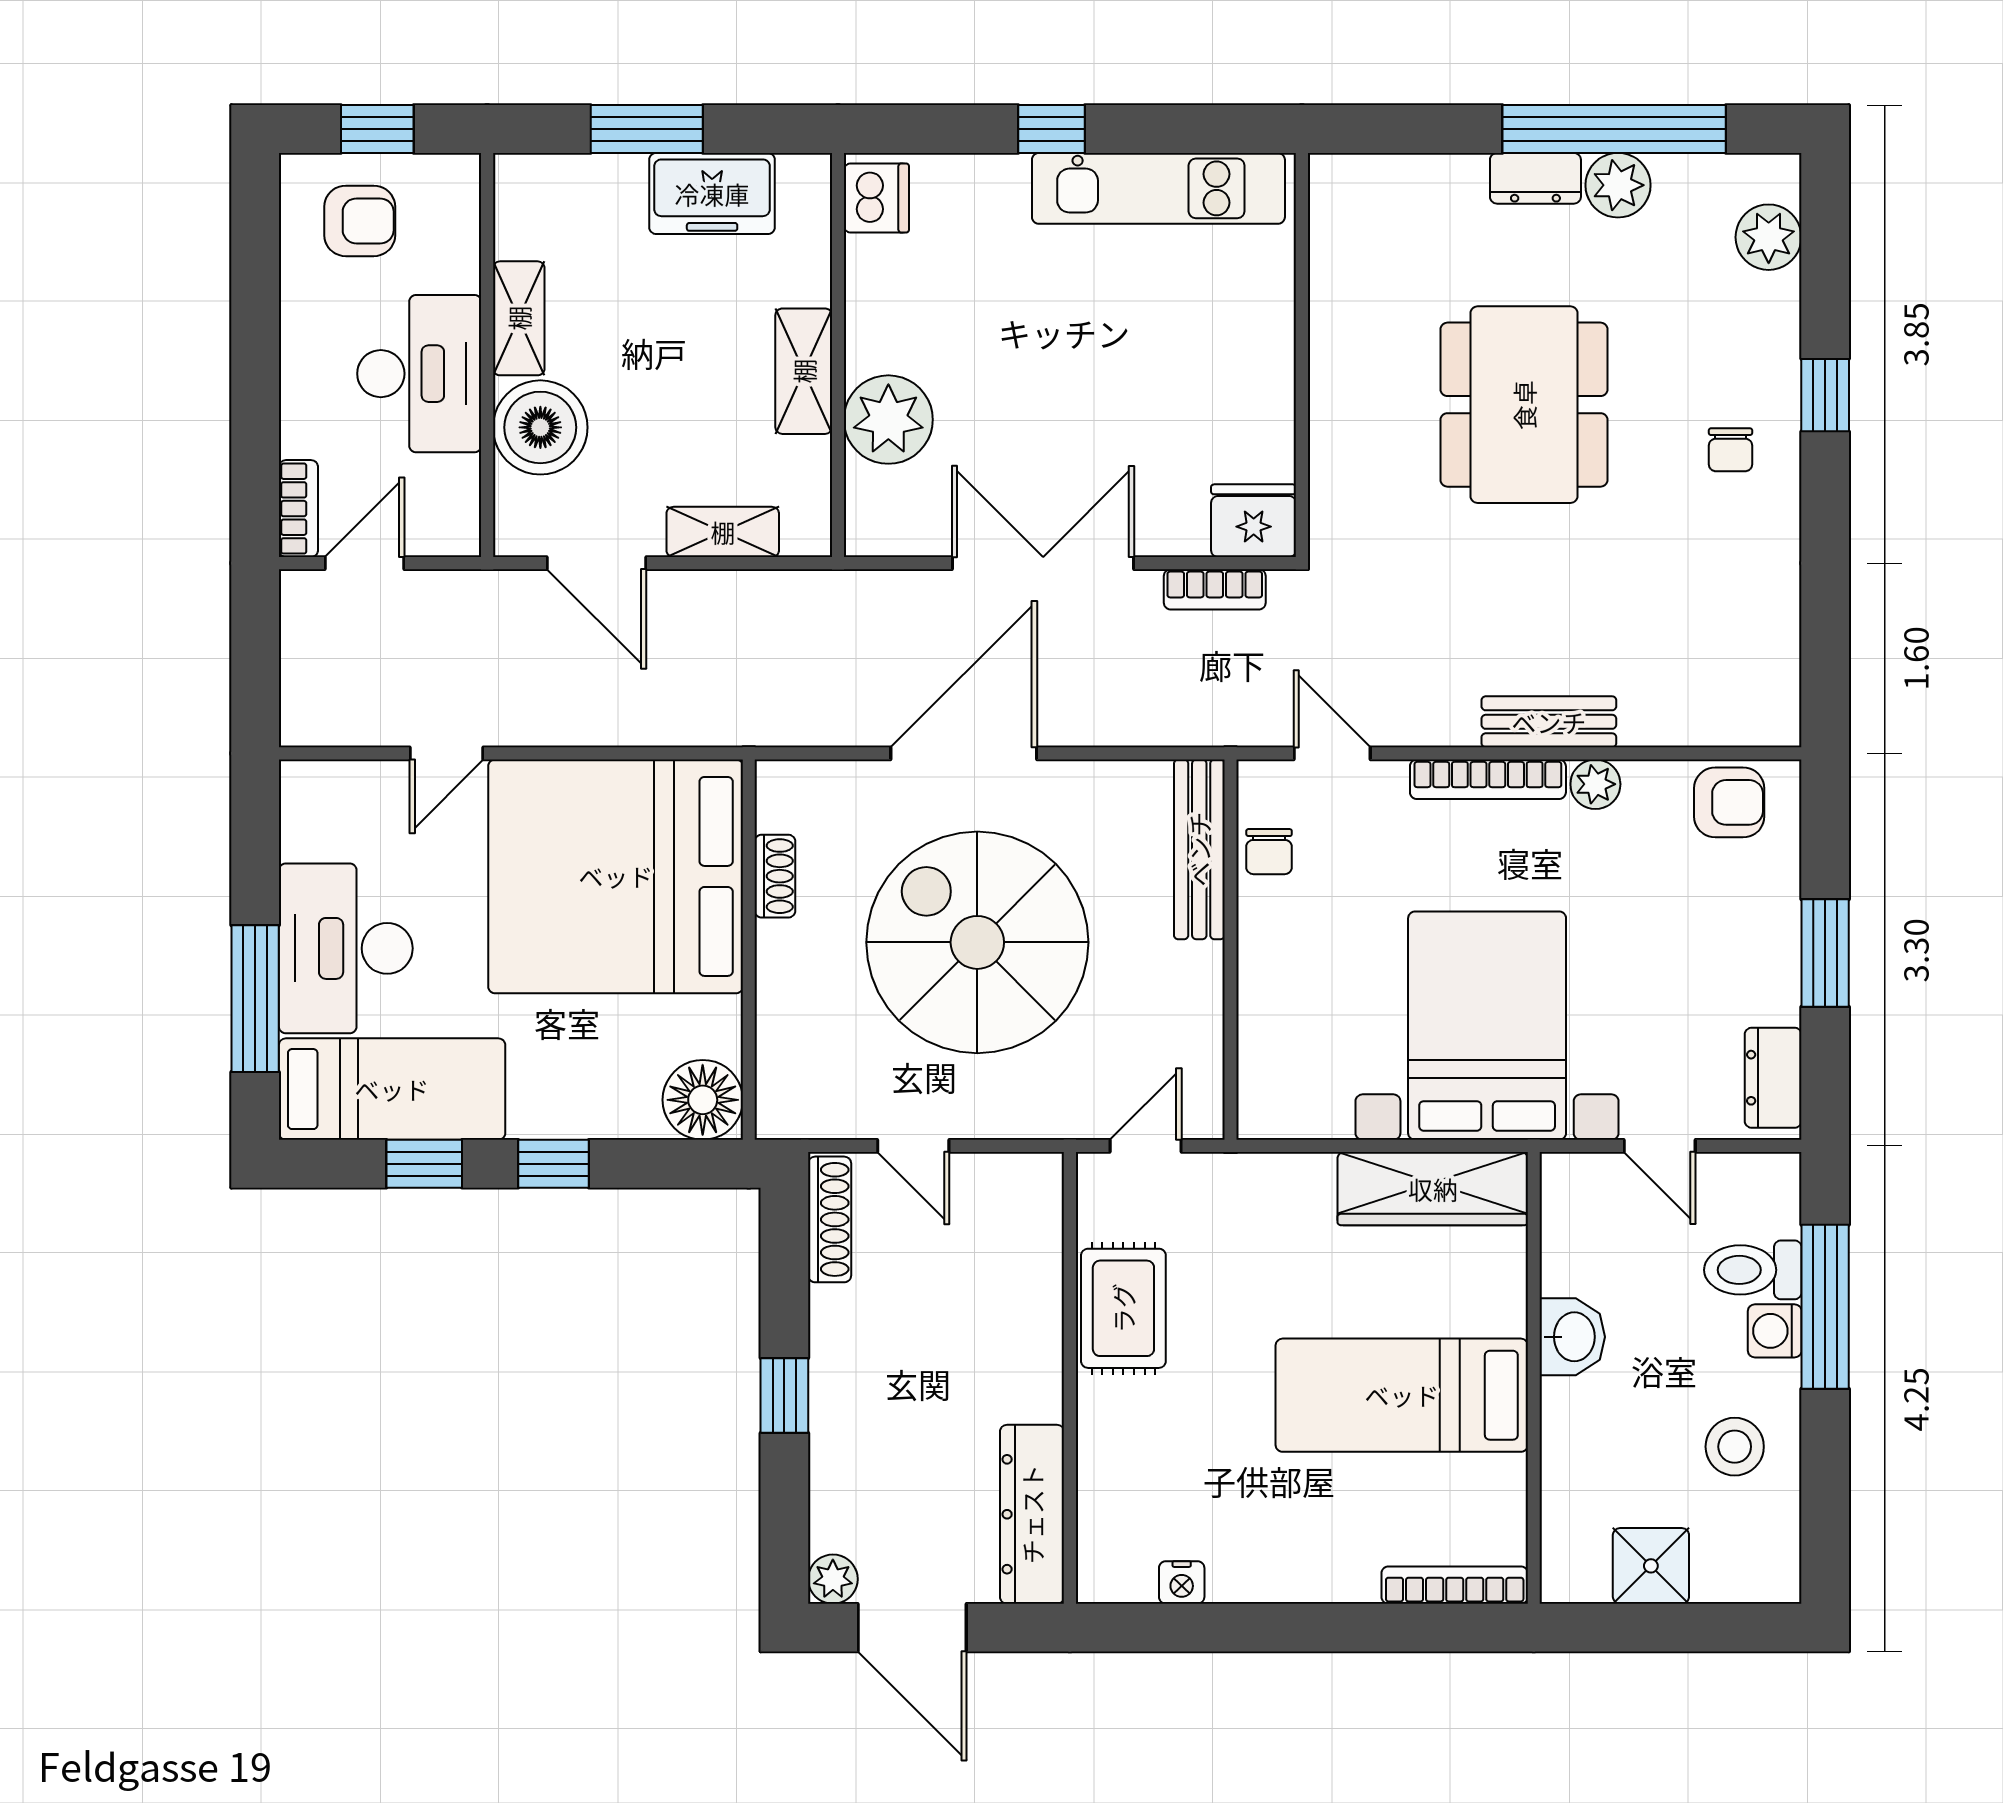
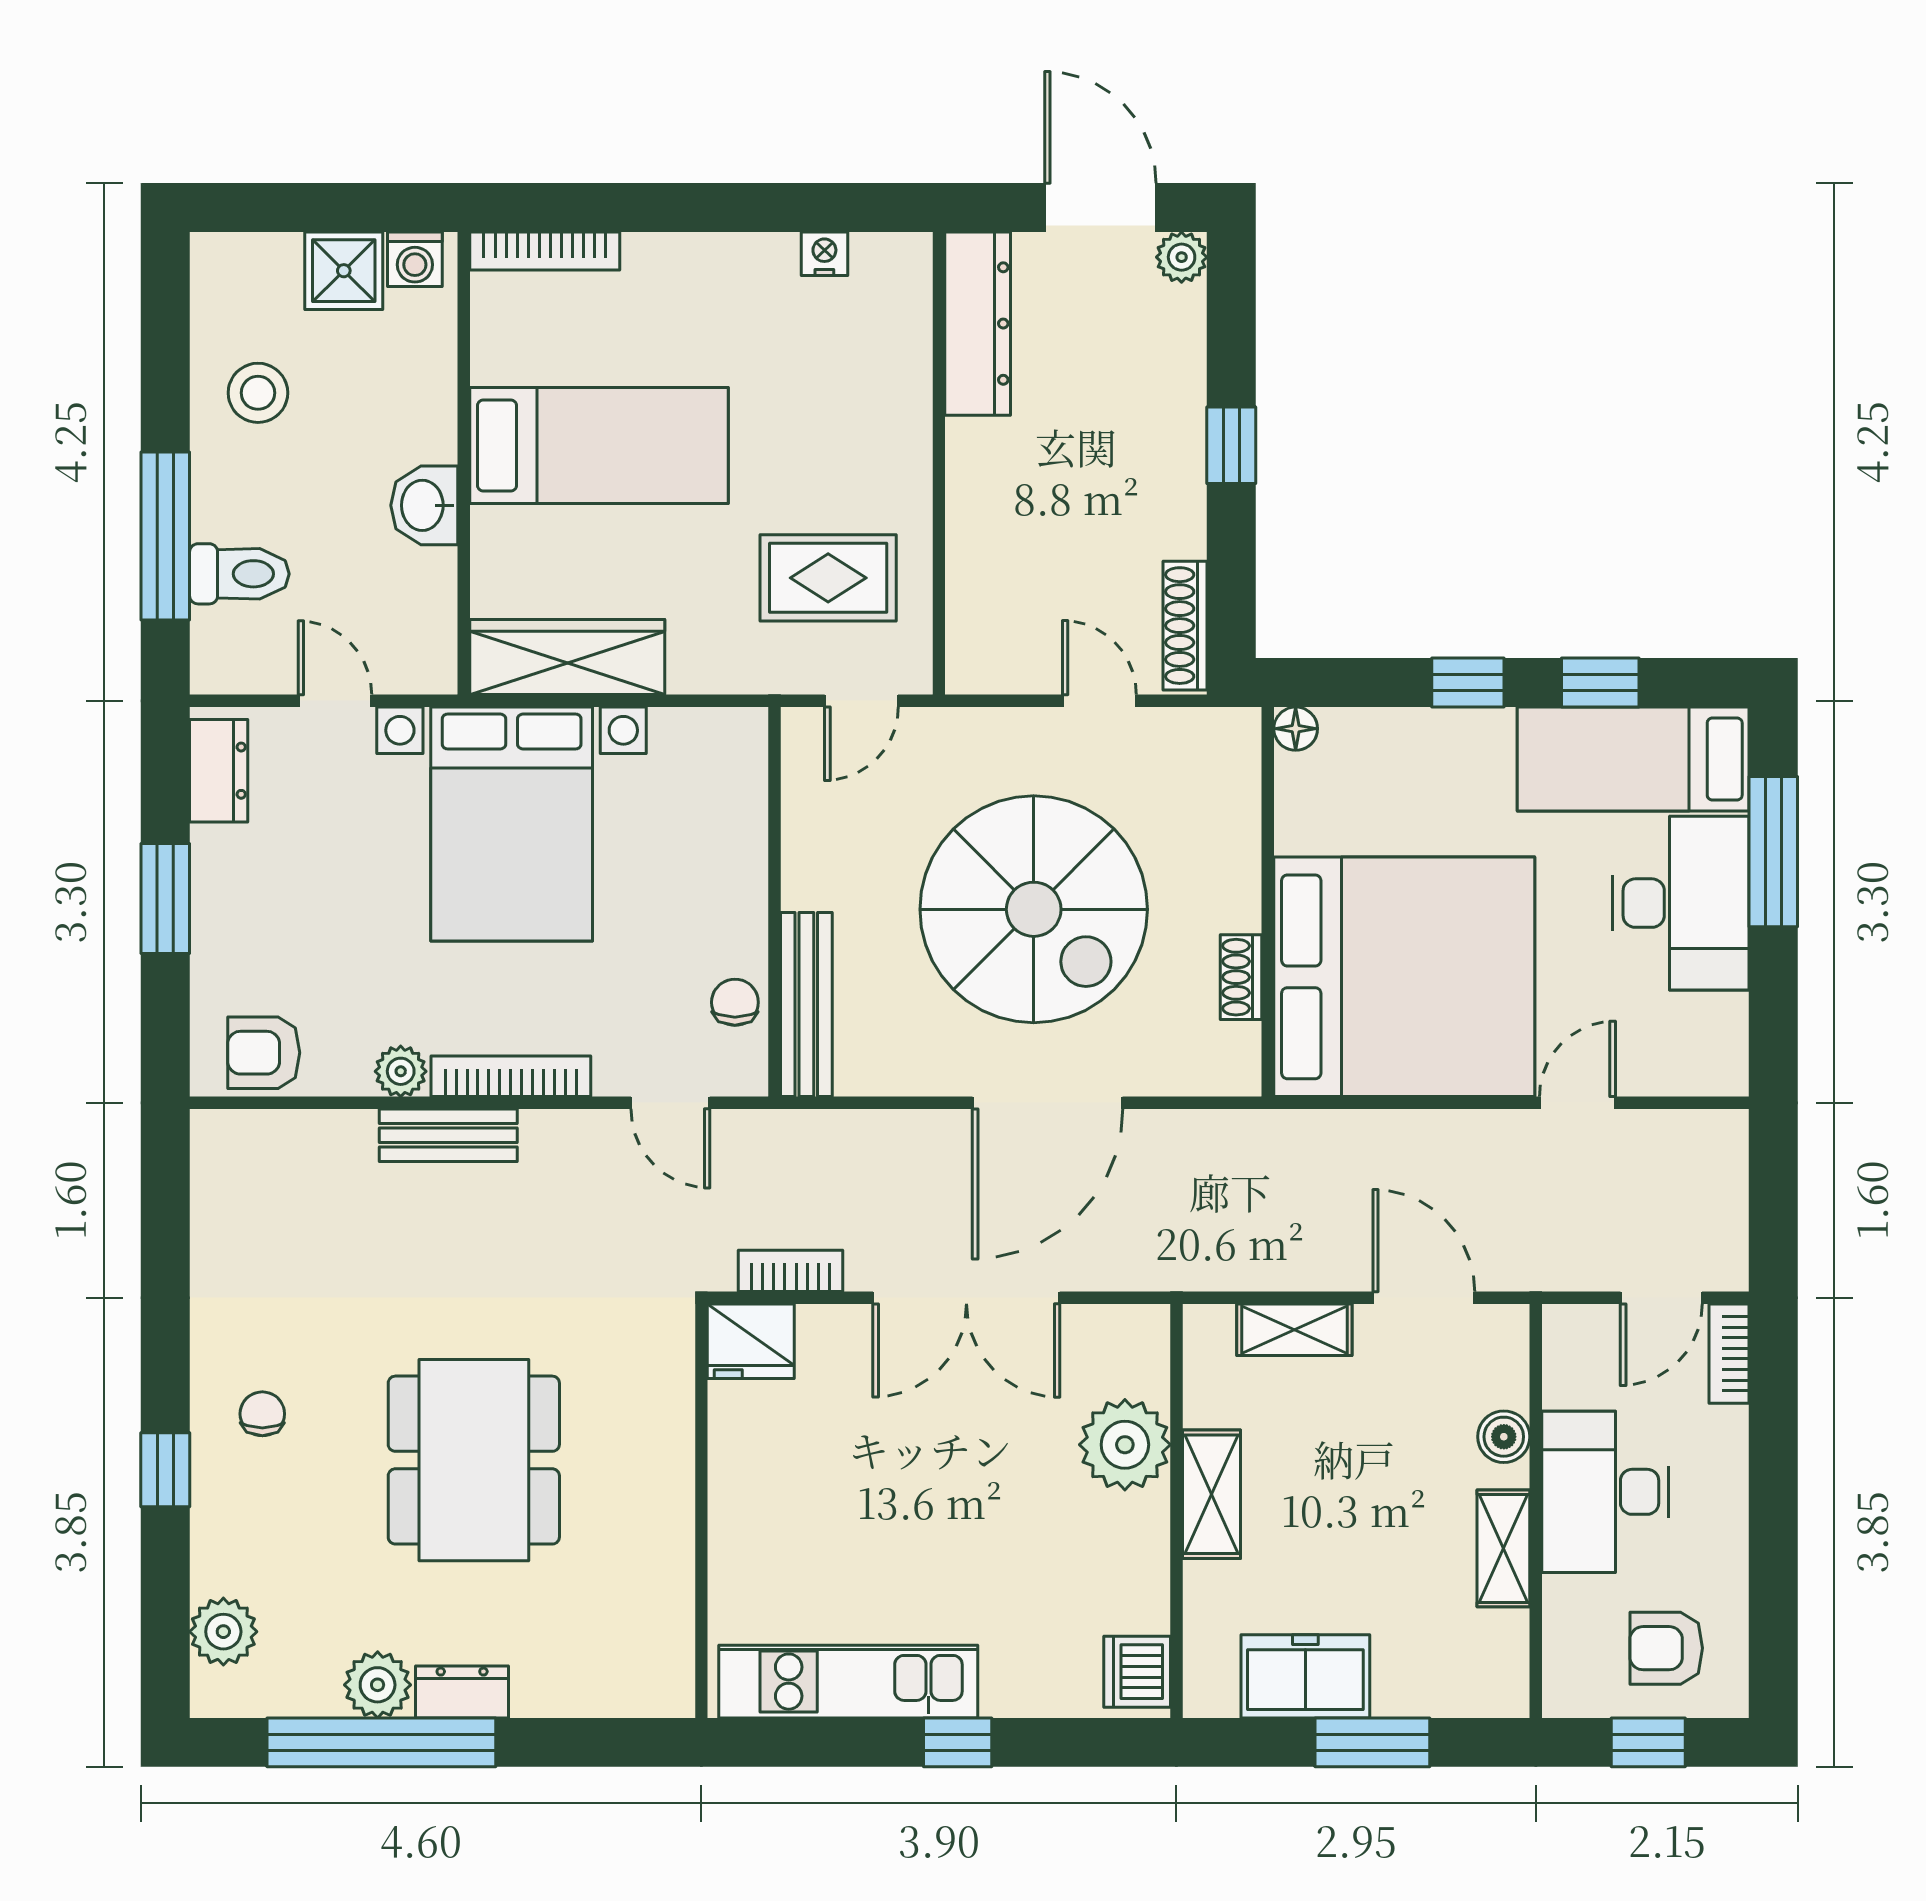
boiler: (540, 427) -> (1504, 1437), width x0.54, depth x0.54
floor lamp: (703, 1100) -> (1296, 729), width x0.53, depth x0.53
rug: (1123, 1308) -> (828, 578), moved, turned 90
washing machine: (1775, 1331) -> (415, 259), moved, turned 90

